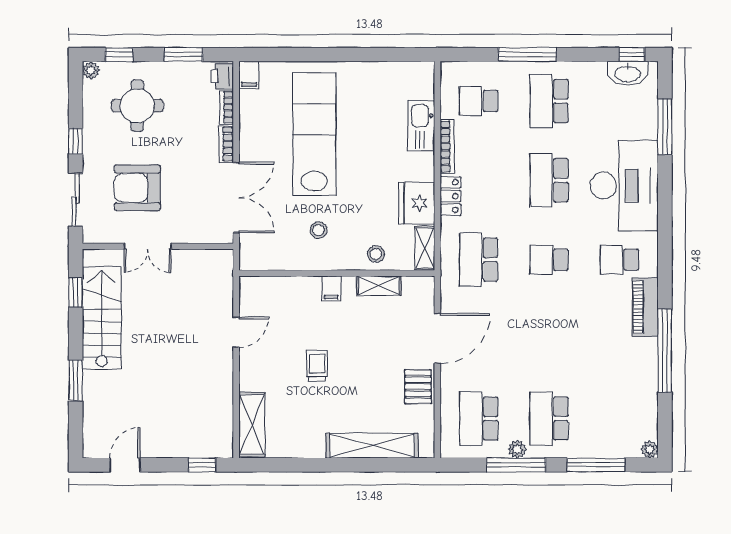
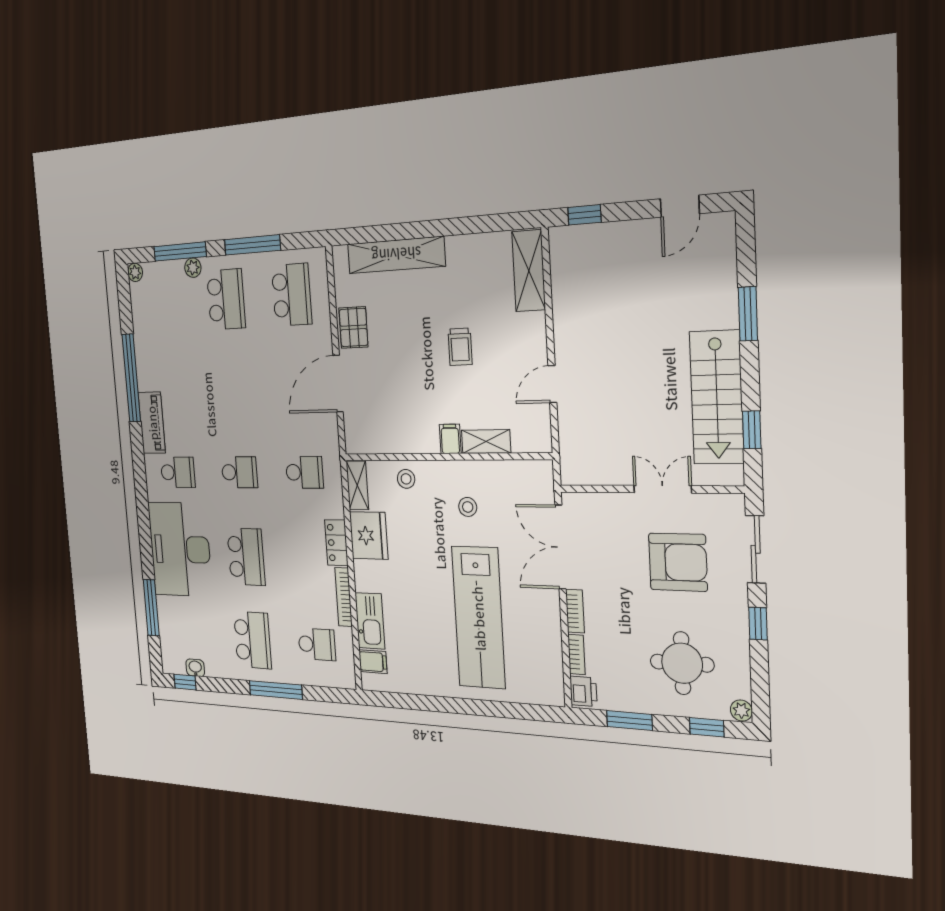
washbasin: (628, 73) -> (195, 668), width x0.52, depth x0.69
filing cabinet: (249, 75) -> (373, 662), moved, turned 90
school desk: (479, 260) -> (304, 472), width x0.54
shelving: (379, 286) -> (486, 442), moved
plant: (517, 449) -> (193, 268), moved

